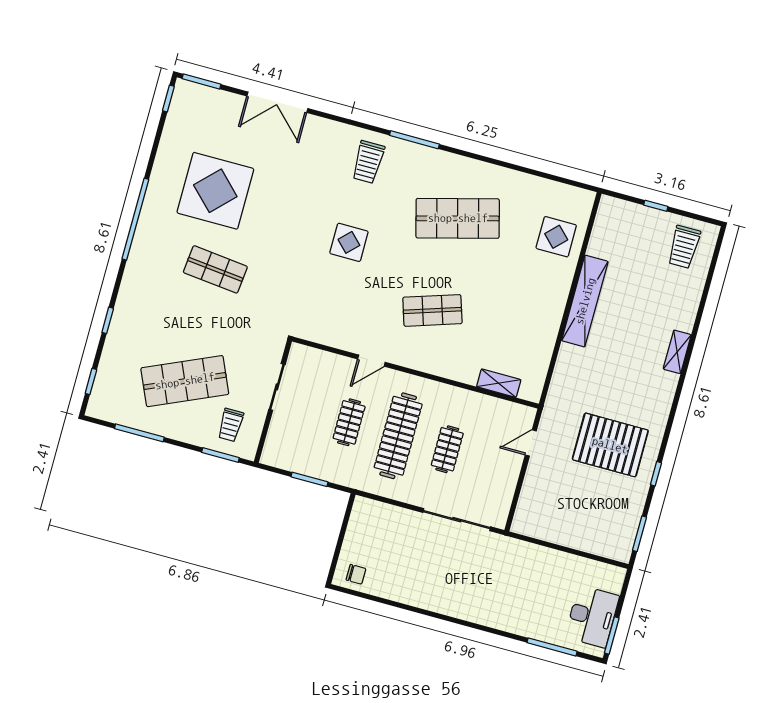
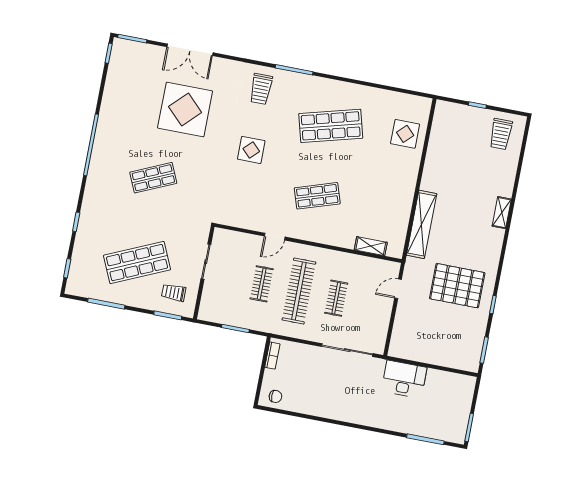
display table: (215, 191) -> (185, 109), moved
shop shelf: (215, 269) -> (153, 178), turned -30
shelving: (585, 301) -> (422, 224), moved
trolley: (231, 425) -> (174, 293), turned 90
bookcase: (356, 519) -> (272, 356), added
desk: (592, 617) -> (404, 379), moved, turned -90

